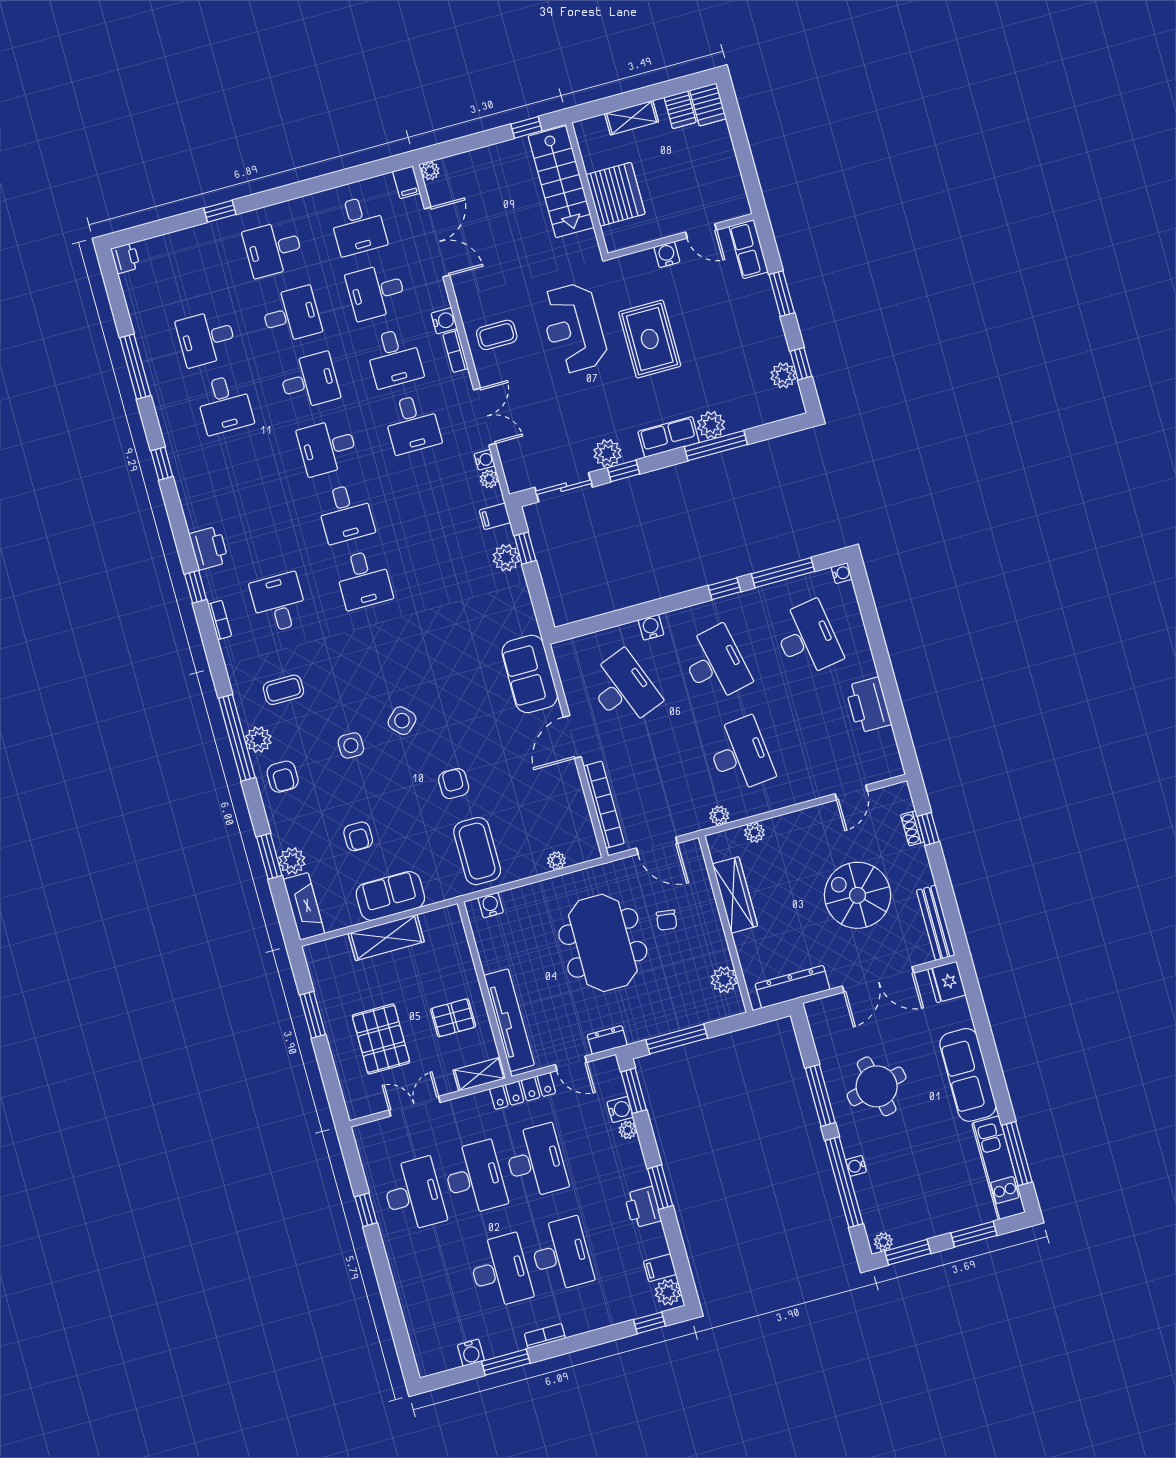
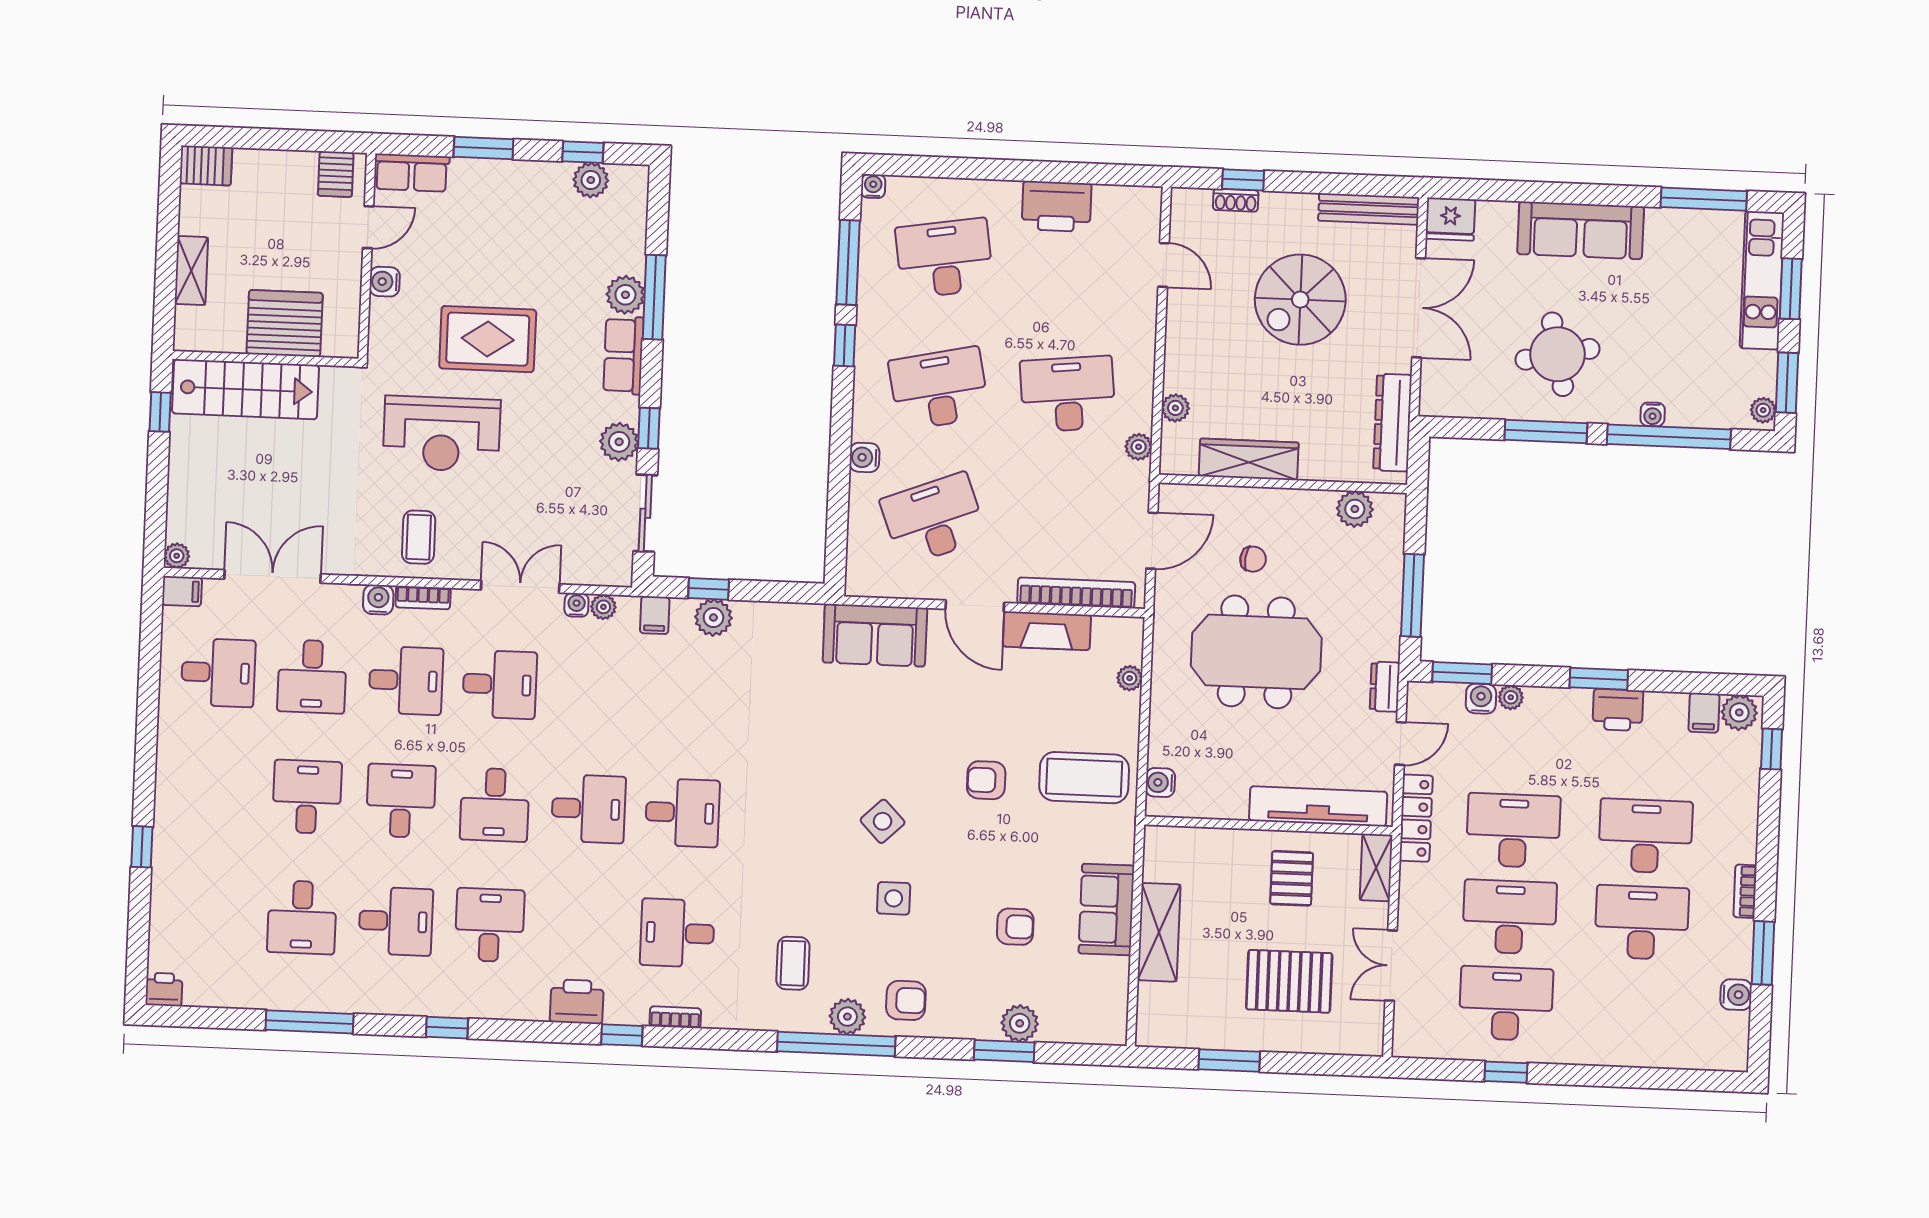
server rack: (680, 110) -> (336, 174), moved, turned 90
desk: (273, 249) -> (490, 925), moved, turned 180
fireplace: (304, 906) -> (1047, 631), moved, turned 180
kitchen unit: (999, 1168) -> (1762, 280), moved, turned 90

